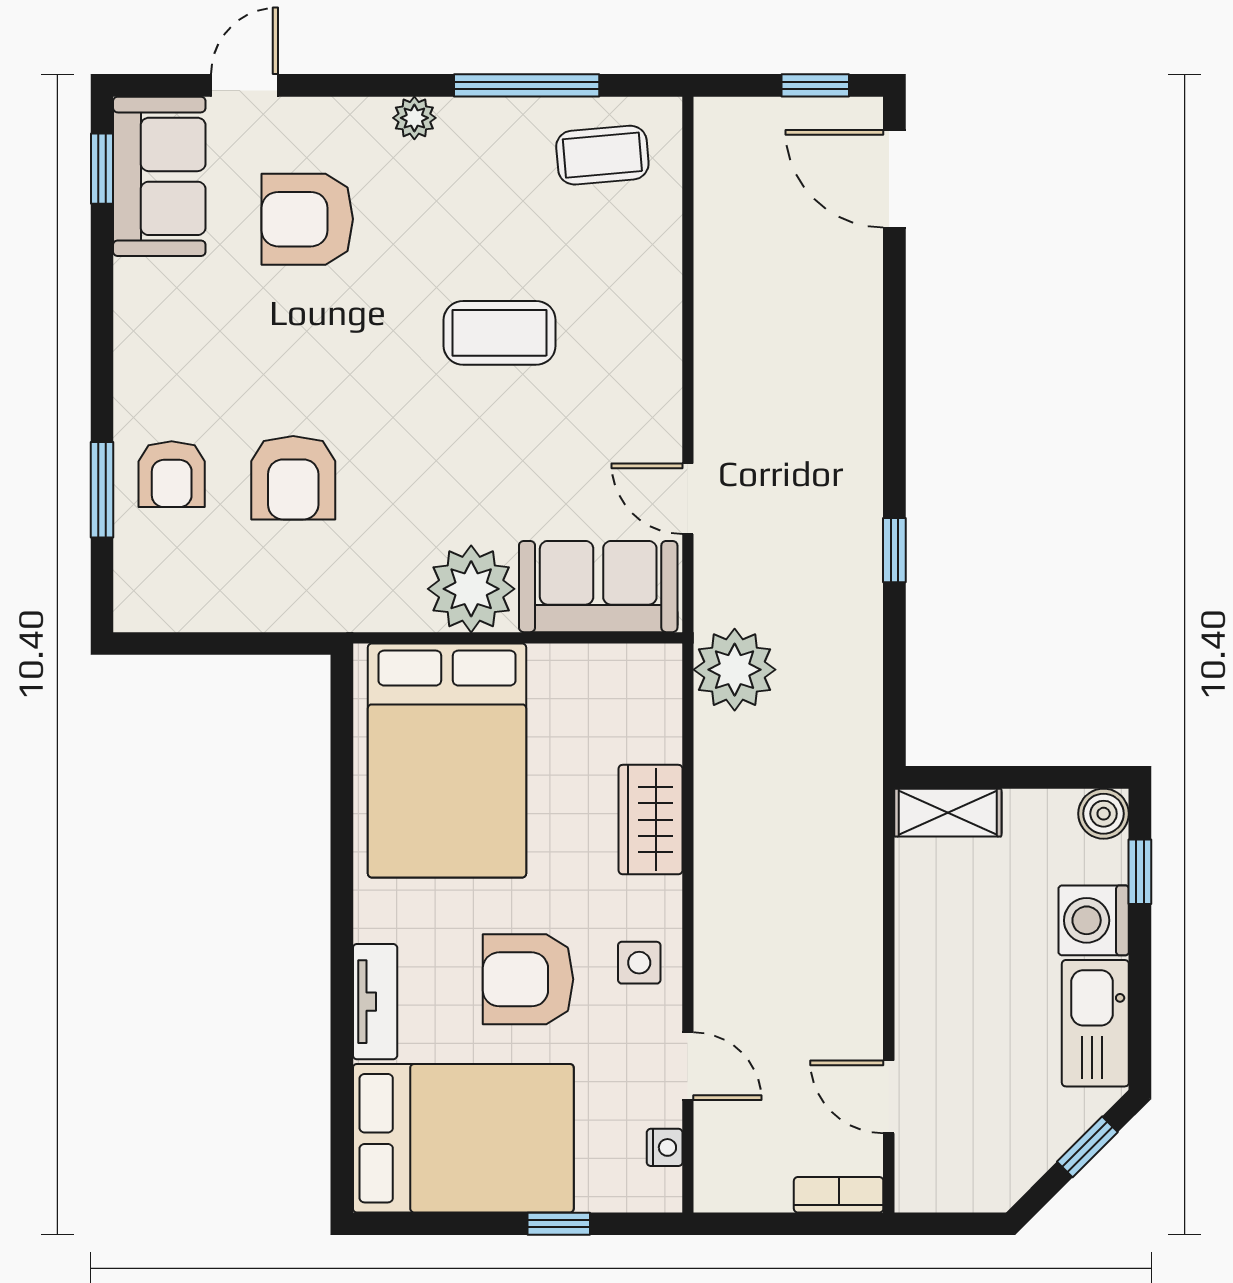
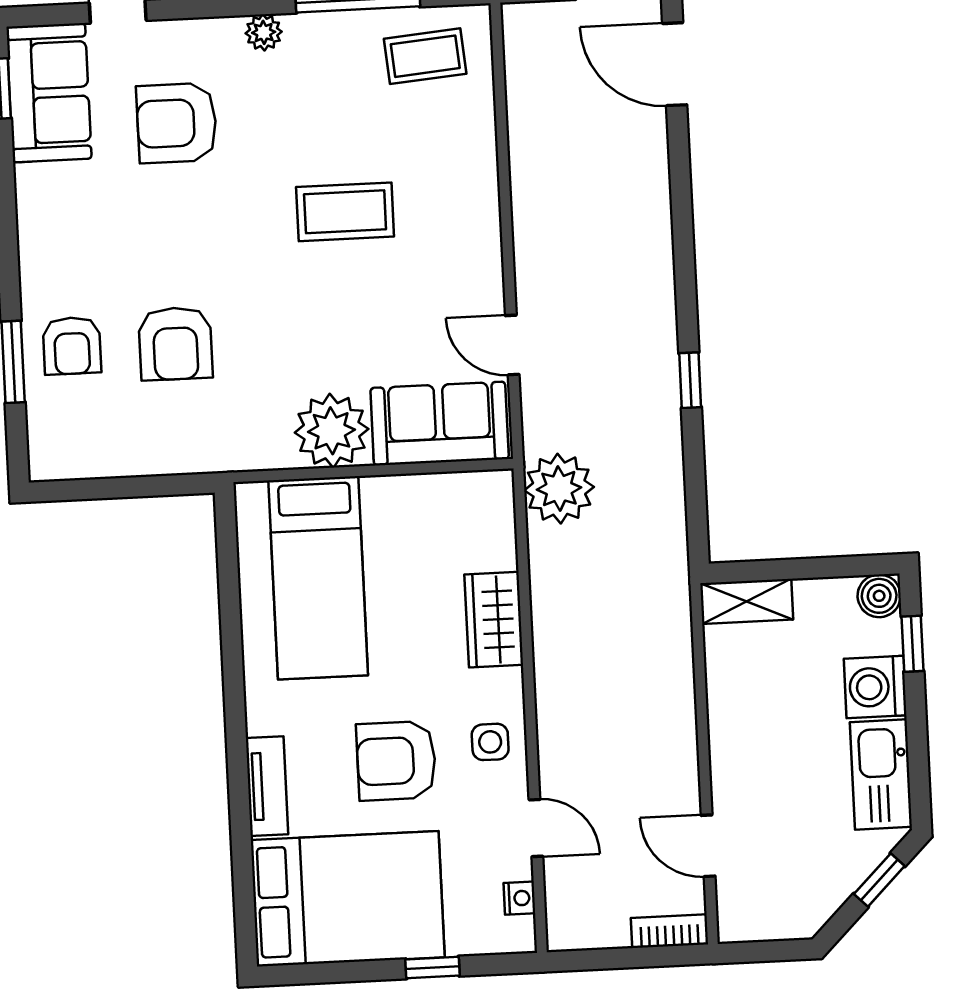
bed: (447, 760) -> (318, 578), width x0.67

